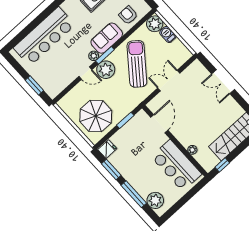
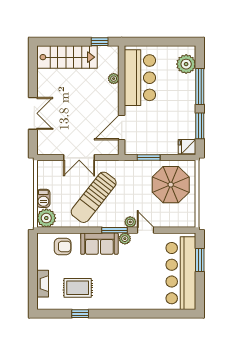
armchair: (128, 15) -> (63, 246), turned -90
bar counter: (44, 36) -> (181, 273), moved, turned -90
plant: (106, 70) -> (130, 222), width x0.53, depth x0.53

